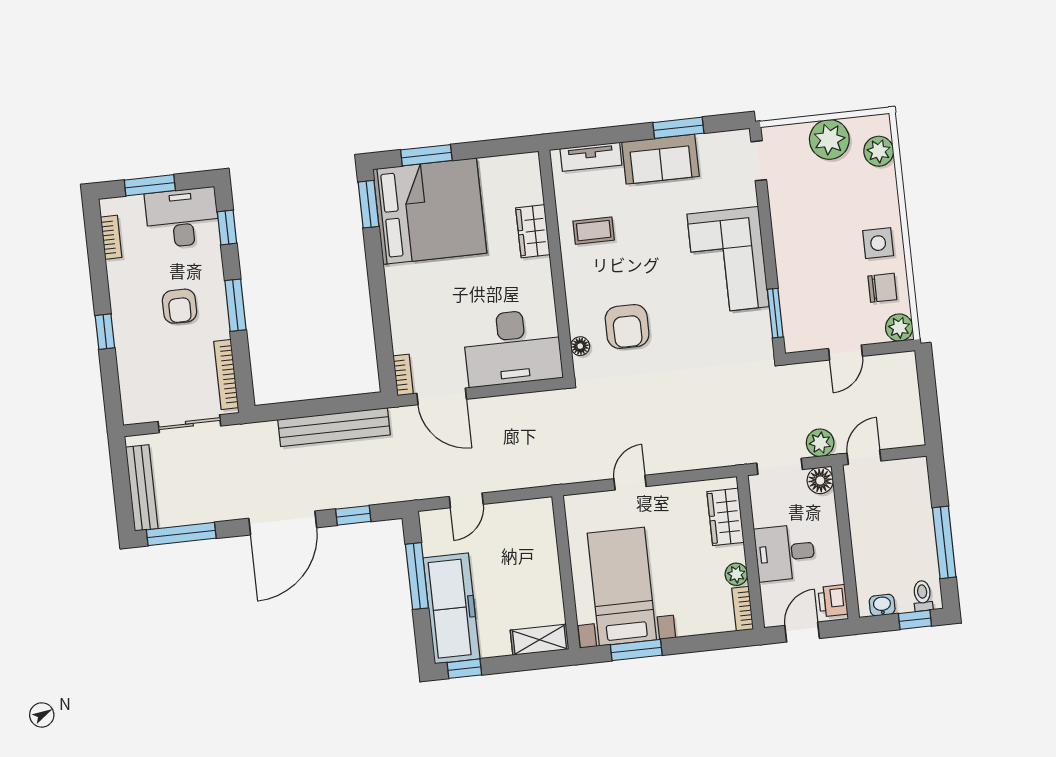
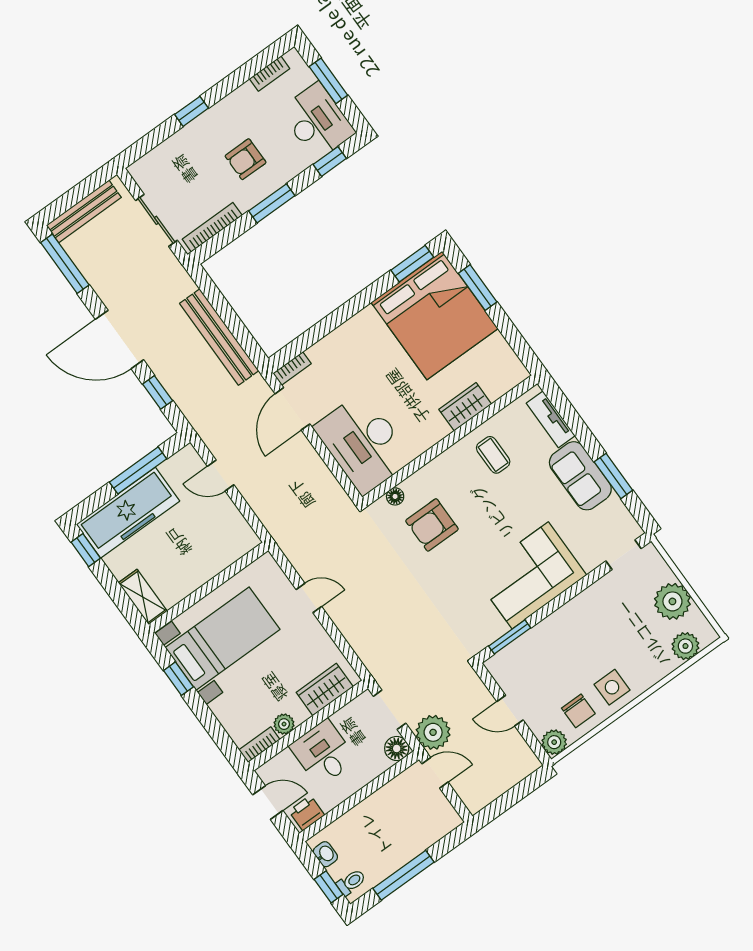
plant: (820, 443) -> (433, 732), width x1.36, depth x1.36
window: (636, 650) -> (178, 679), width x0.67

